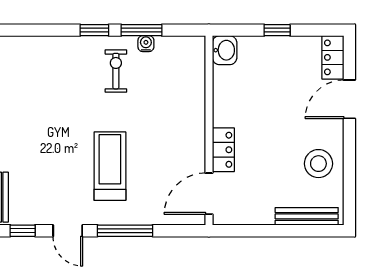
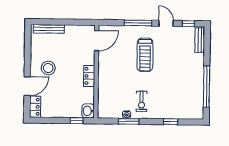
window: (94, 30) -> (171, 122), moved
window: (277, 30) -> (77, 121), moved
locker: (223, 150) -> (89, 76), moved
stool: (318, 164) -> (48, 68), moved

